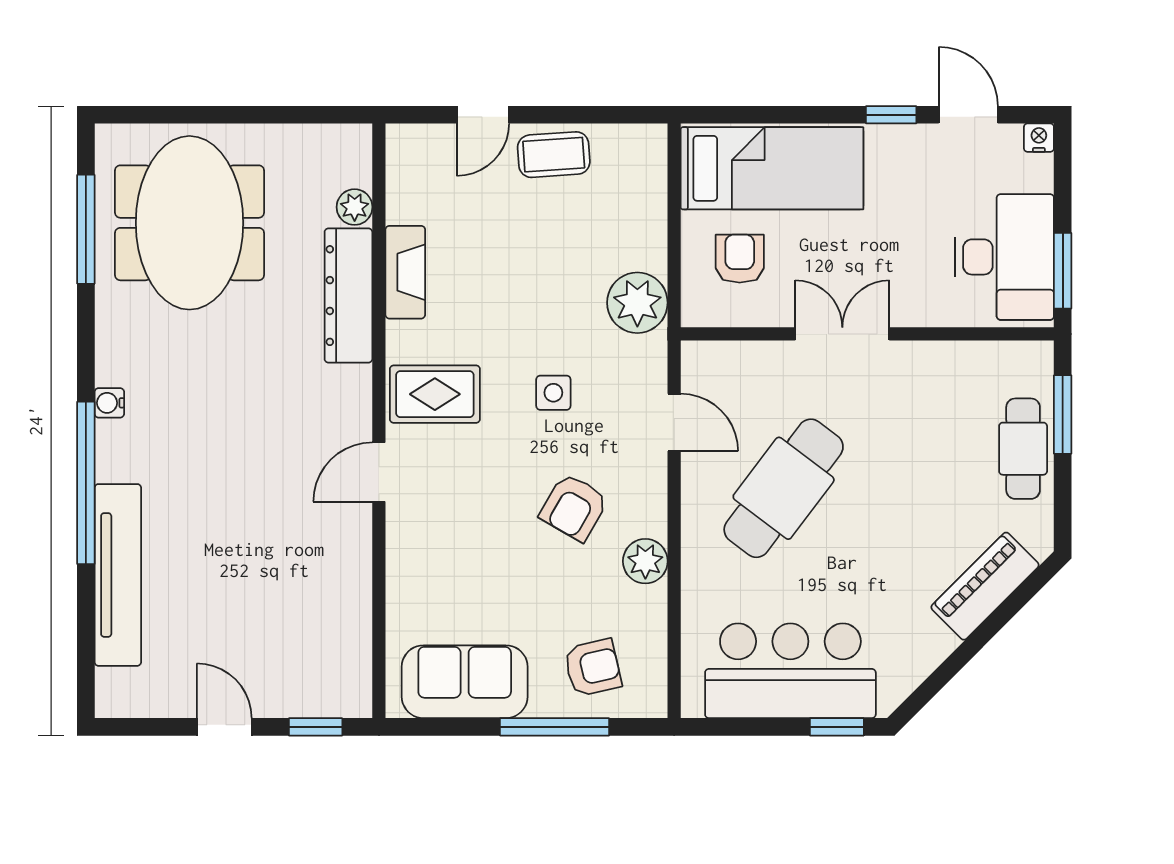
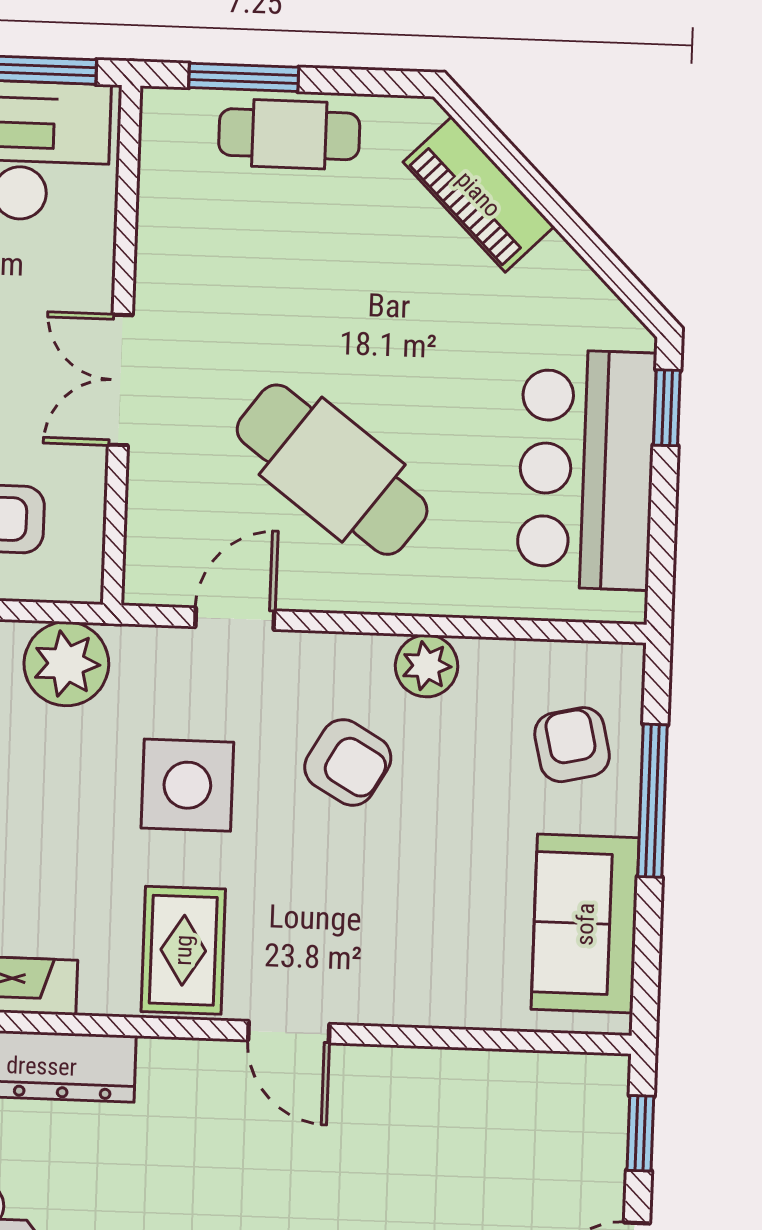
side table: (553, 393) -> (187, 785), width x1.87, depth x1.87

